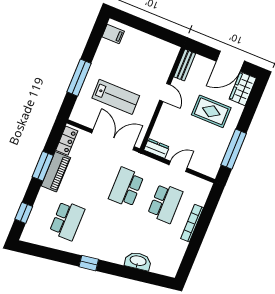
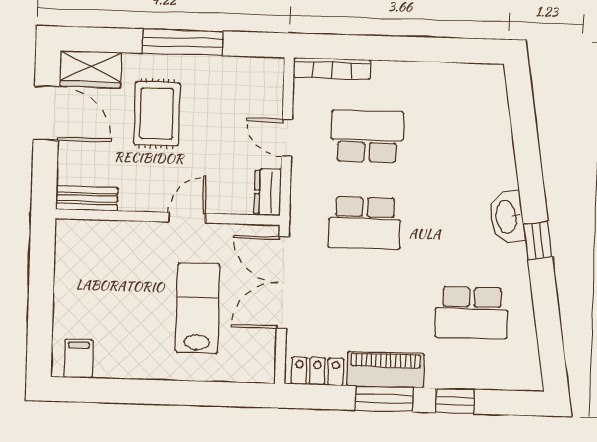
window: (79, 78) -> (187, 393), removed
door: (165, 92) -> (187, 218), moved
window: (234, 149) -> (183, 42), moved
window: (24, 213) -> (455, 401), moved
school desk: (67, 221) -> (472, 313), turned 180
bookcase: (192, 223) -> (332, 68), moved
washbasin: (138, 261) -> (507, 217), moved

